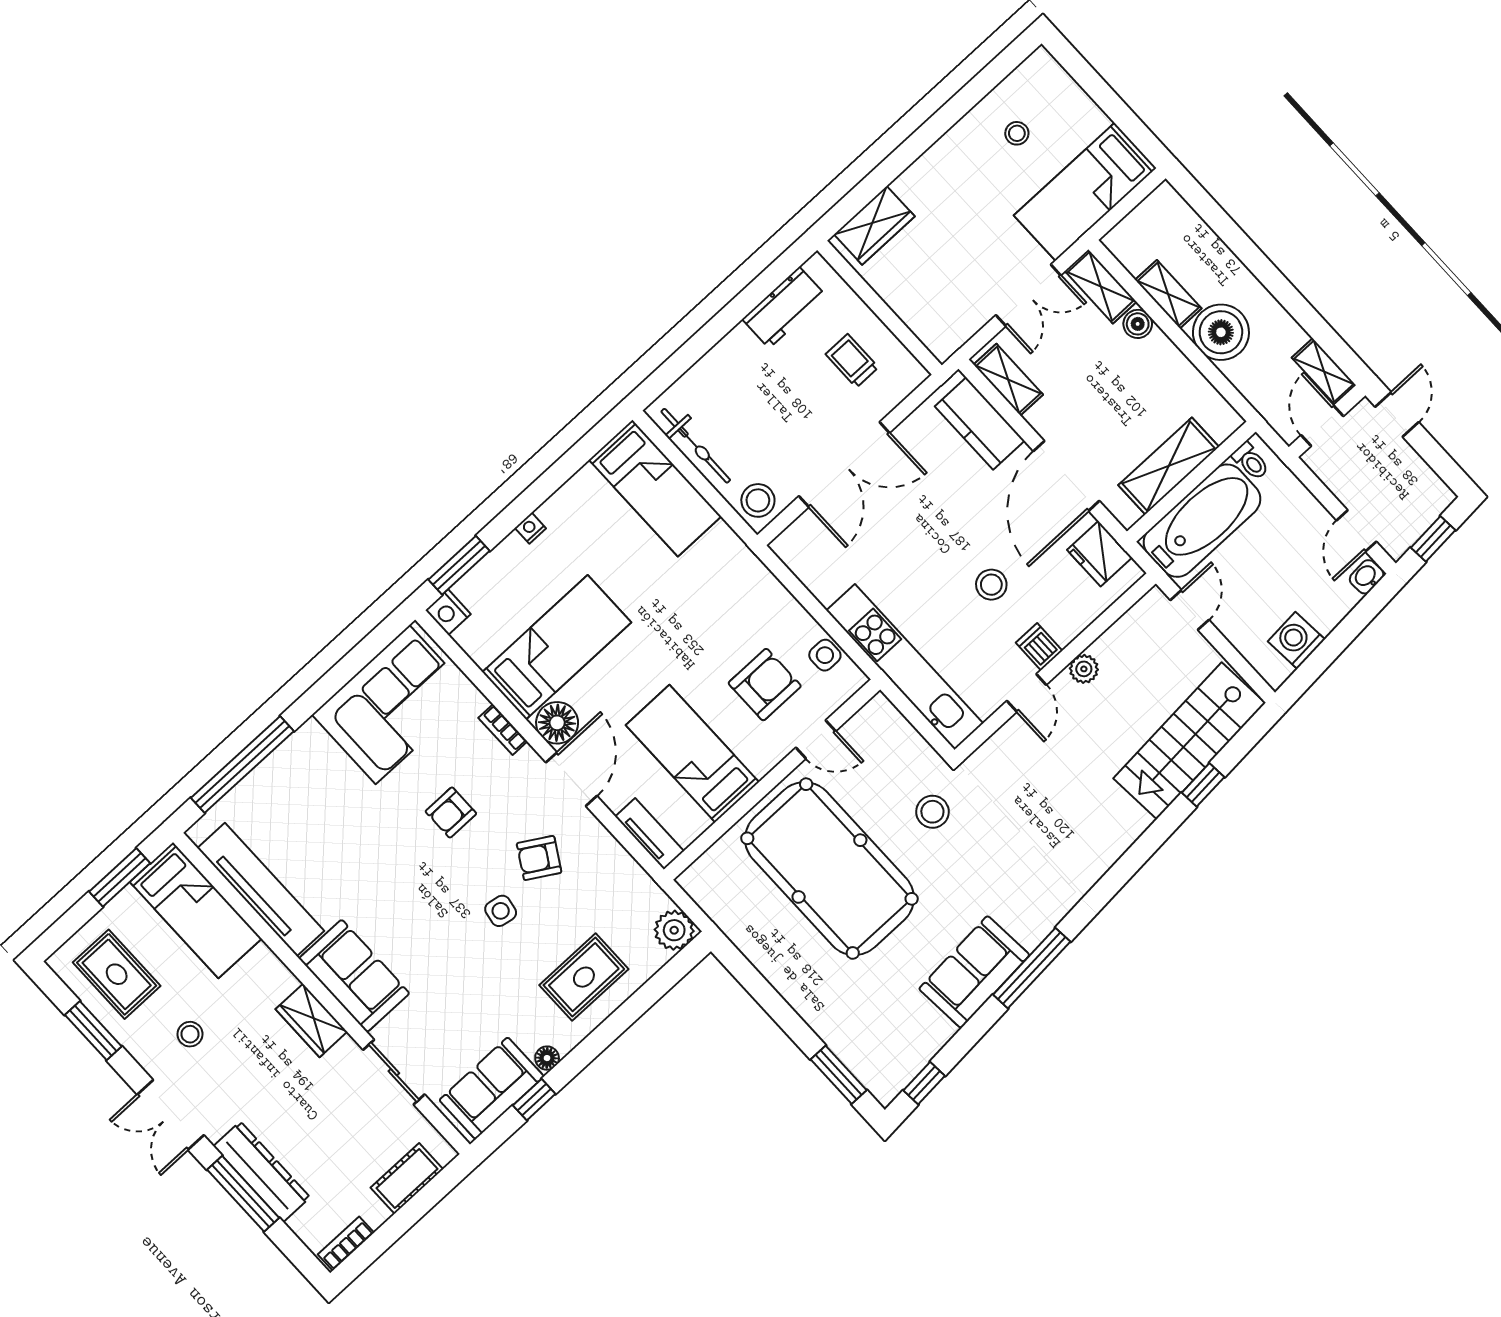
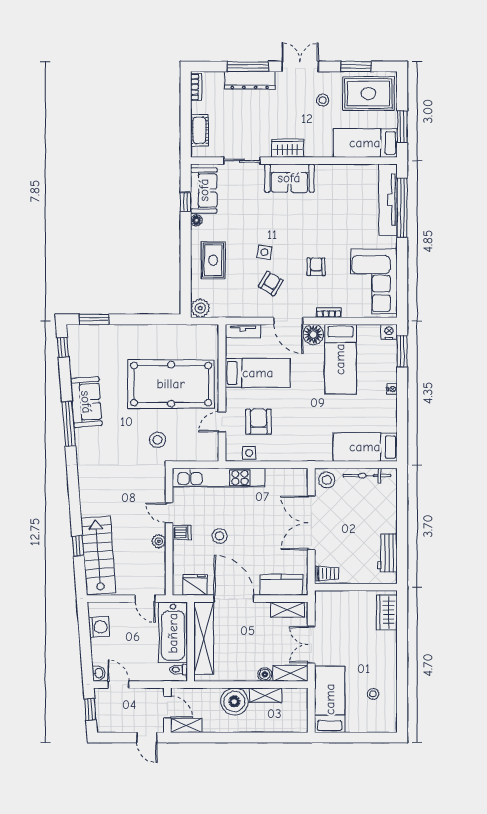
trolley: (852, 361) -> (327, 573), moved
shelving: (1169, 466) -> (204, 639), width x1.47
armchair: (765, 685) -> (259, 422), turned 180
tv unit: (261, 890) -> (388, 200), moved, turned 90
rug: (117, 974) -> (368, 94), width x1.36, depth x1.43

